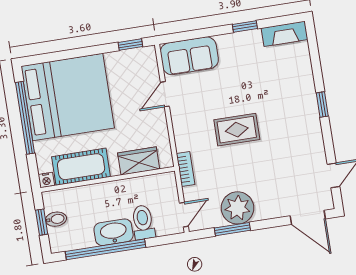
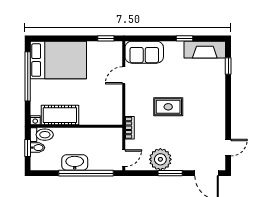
fireplace: (284, 34) -> (205, 50), width x1.37, depth x1.32
bed: (68, 97) -> (58, 60), width x0.73
window: (322, 104) -> (228, 66), moved
wardrobe: (139, 161) -> (99, 117), removed
toilet: (143, 222) -> (42, 135), moved, turned 90
window: (232, 229) -> (170, 173), moved
window: (105, 249) -> (86, 173), moved

